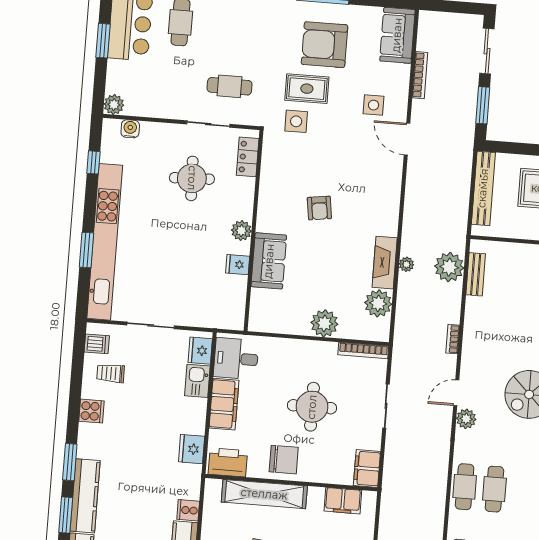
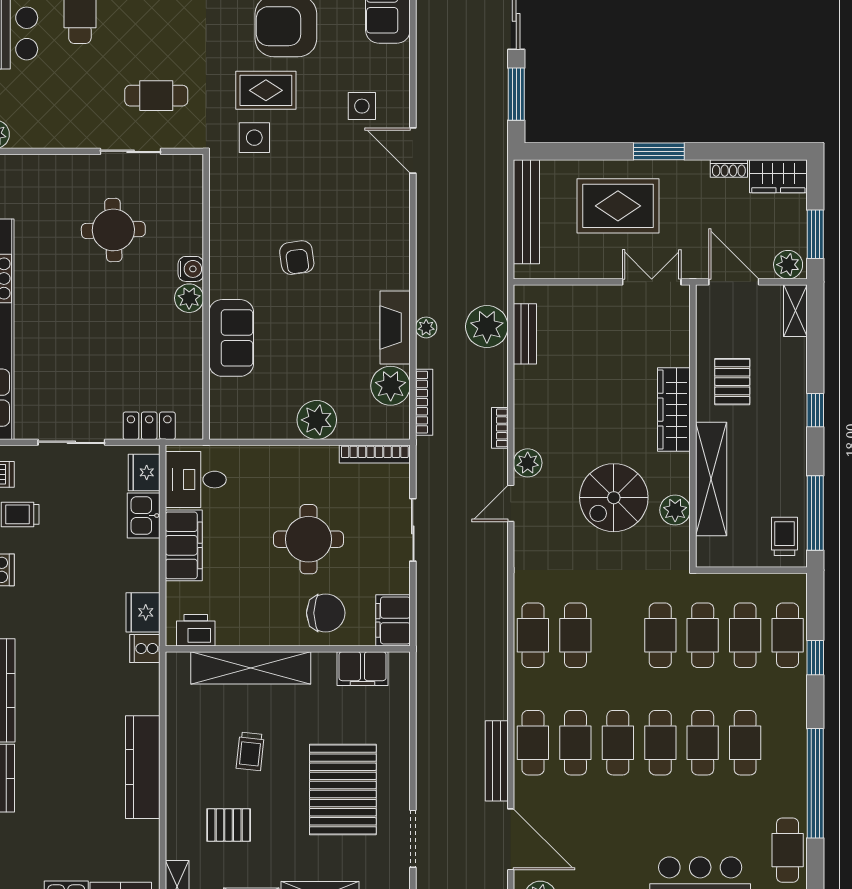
bookcase: (420, 75) -> (424, 402), moved
water cooler: (130, 129) -> (191, 269), moved, turned 90
locker: (248, 157) -> (149, 426), moved, turned 90
fridge: (238, 265) -> (187, 347), removed
plant: (466, 419) -> (528, 463), moved
chair: (284, 460) -> (326, 613), moved
printer: (228, 462) -> (196, 630), width x0.73, depth x0.84
cooker: (188, 510) -> (145, 649), moved

